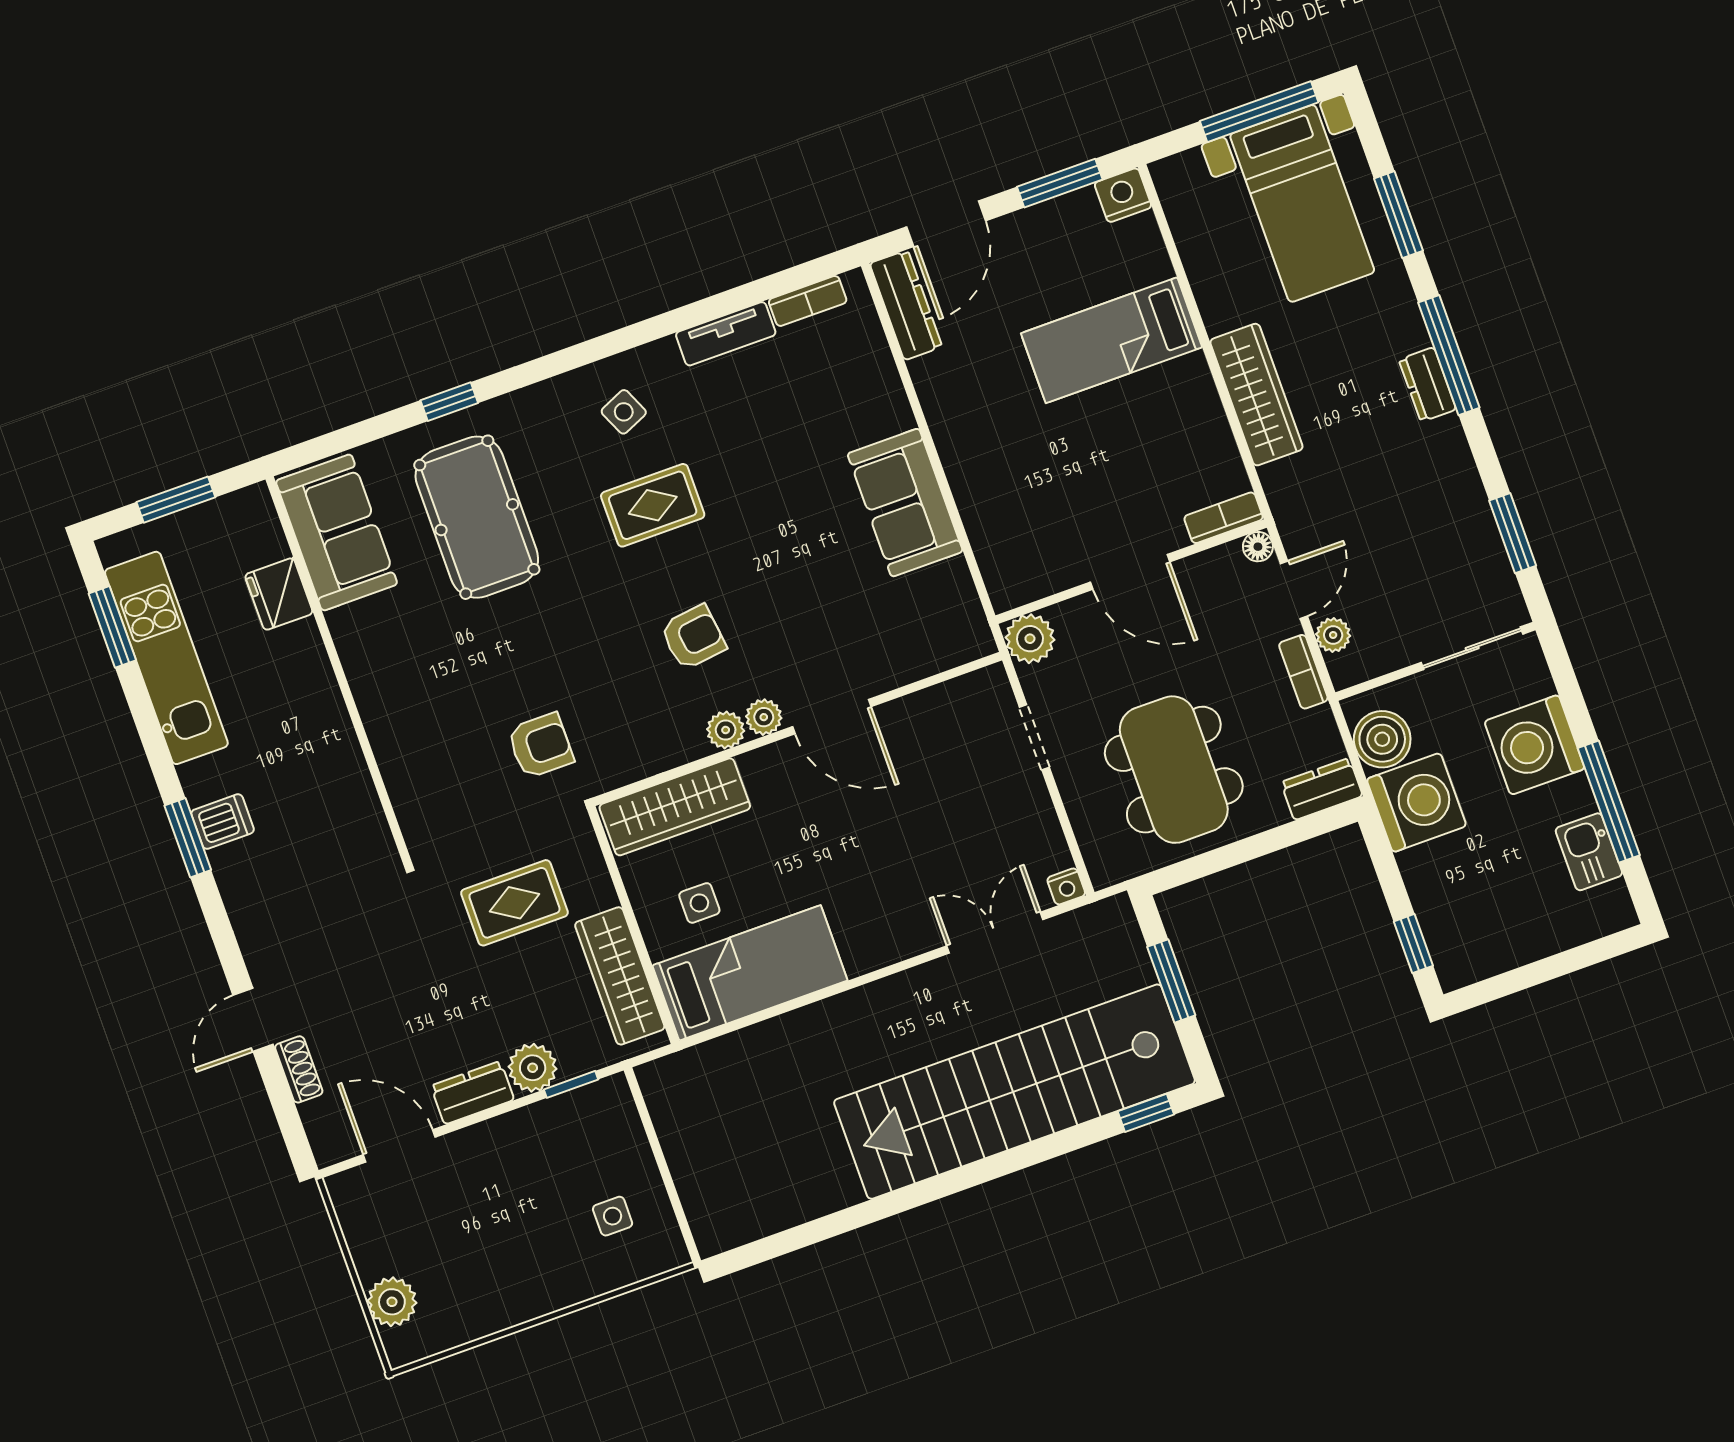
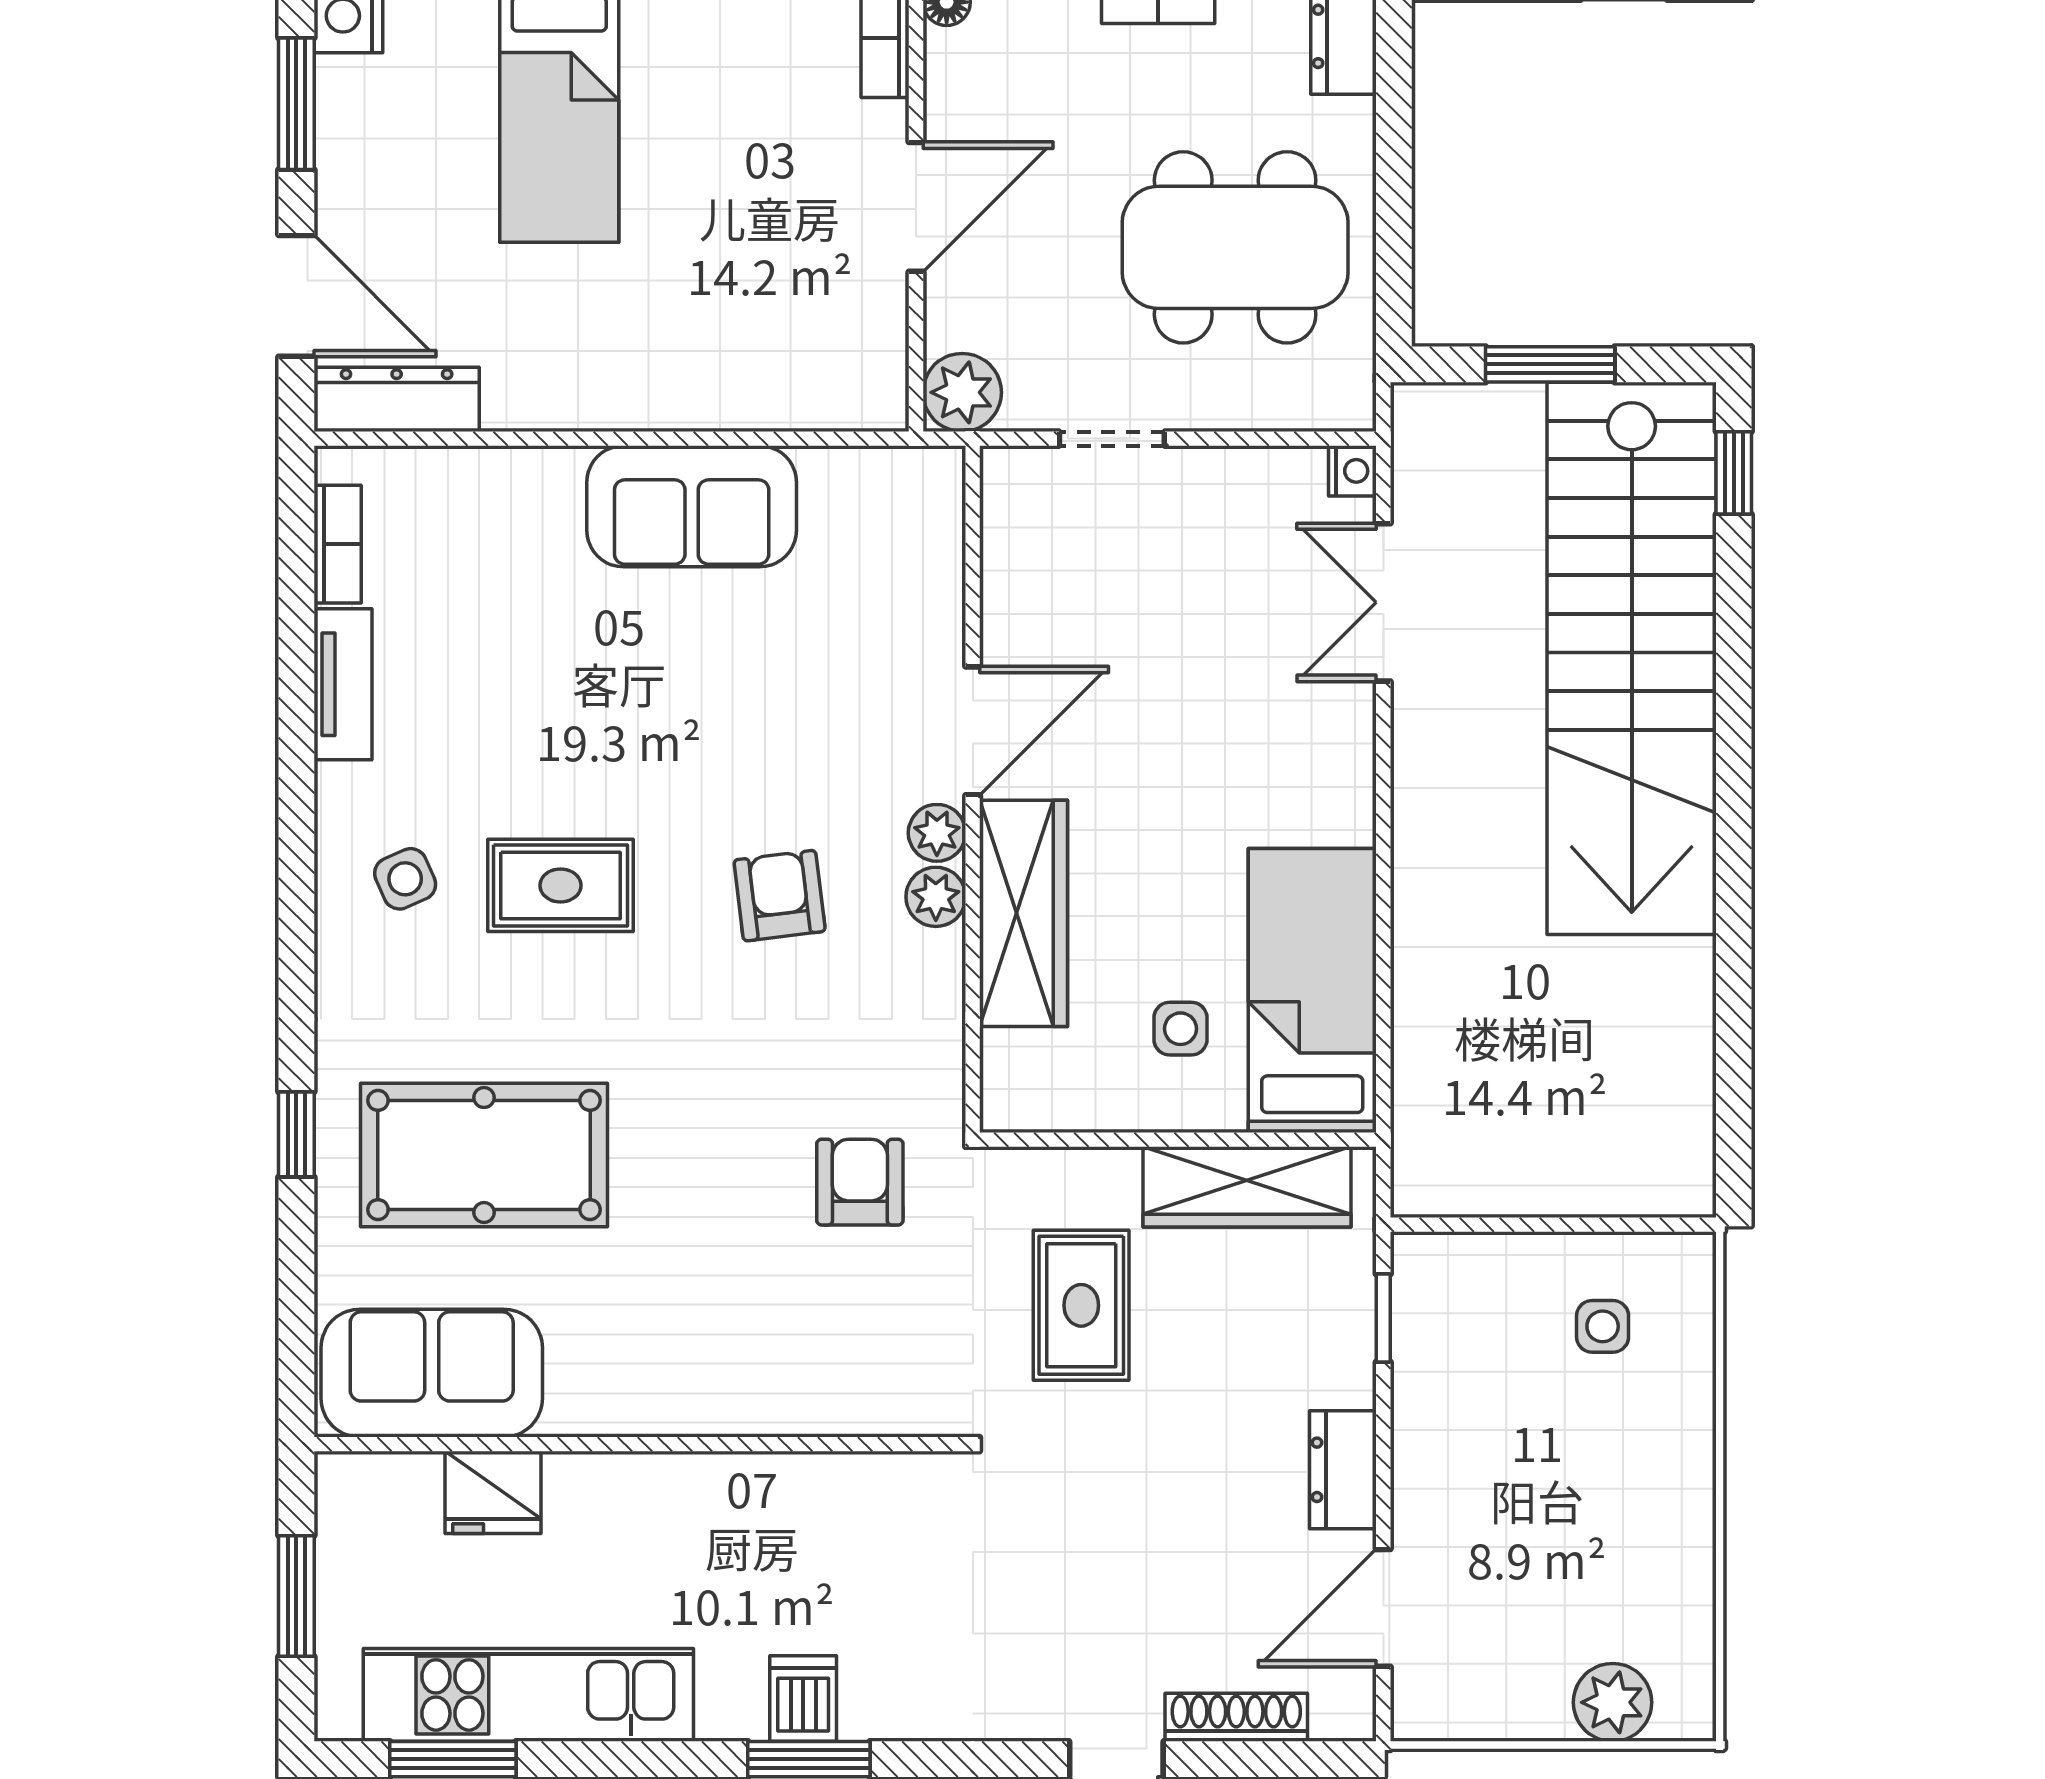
rug: (653, 505) -> (560, 885), turned 90
wardrobe: (675, 807) -> (1023, 913), moved
plant: (533, 1068) -> (1338, 1367), removed
shoe rack: (299, 1069) -> (1236, 1717), width x1.43

